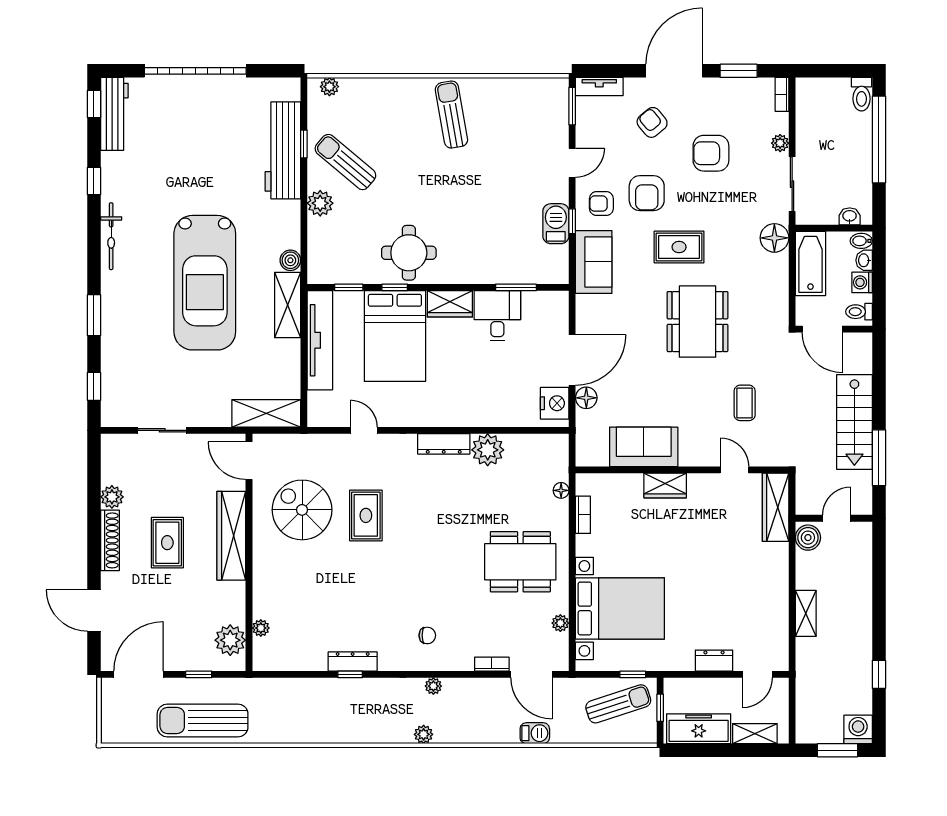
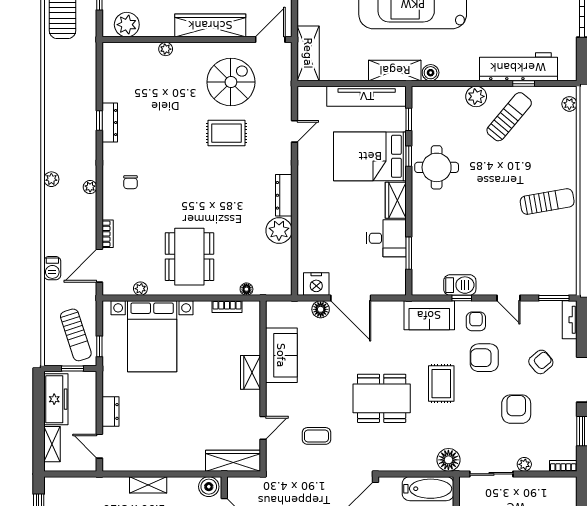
plant: (261, 628) -> (166, 49), moved

